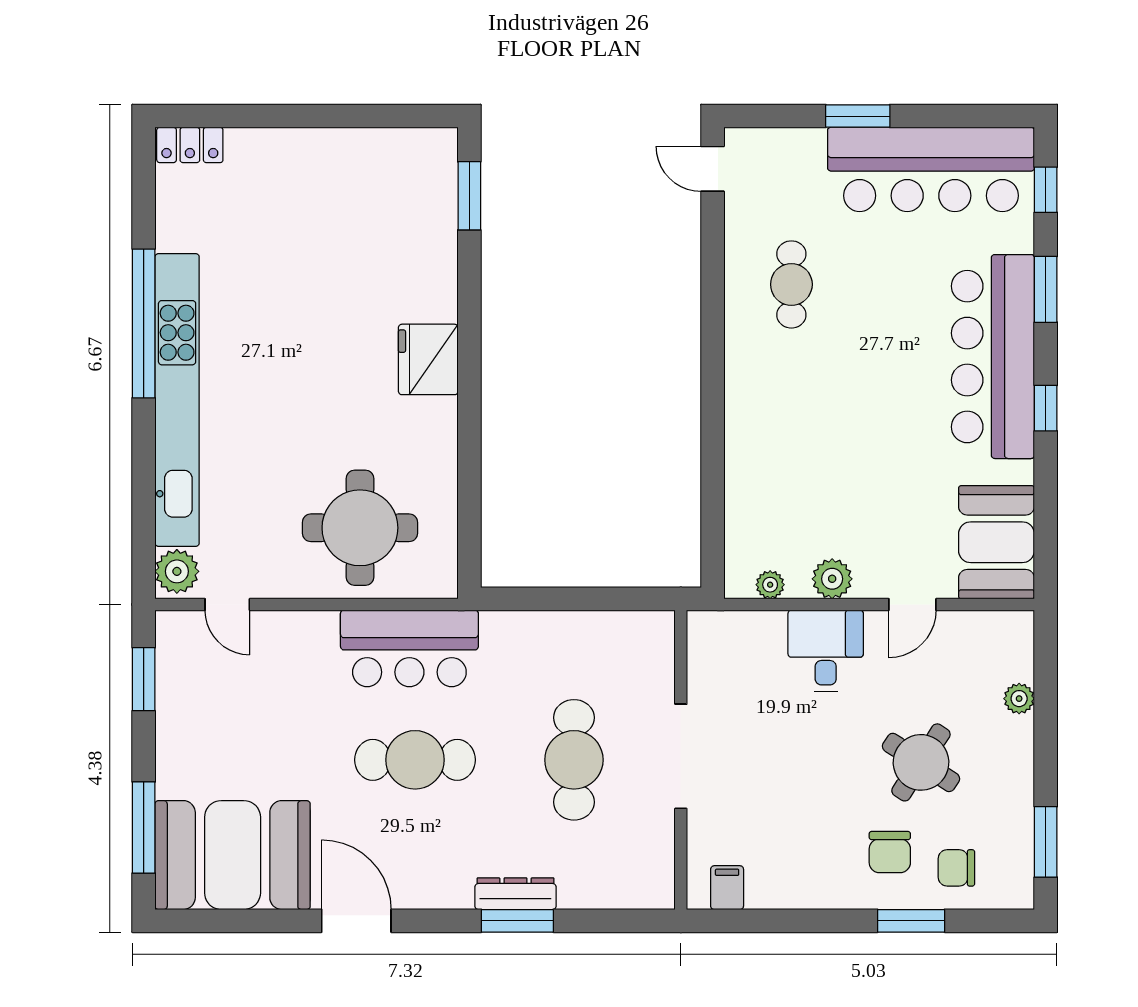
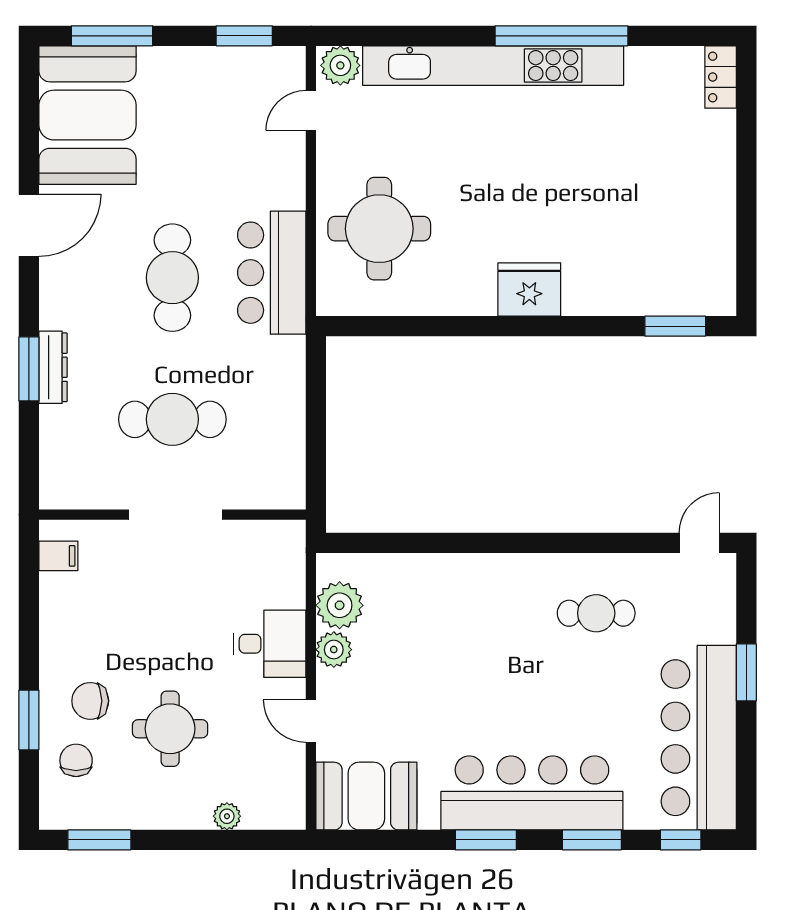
window: (1046, 408) -> (486, 840), width x1.50
plant: (770, 585) -> (340, 605), width x1.88, depth x1.88
round table: (921, 762) -> (170, 729), turned -33

